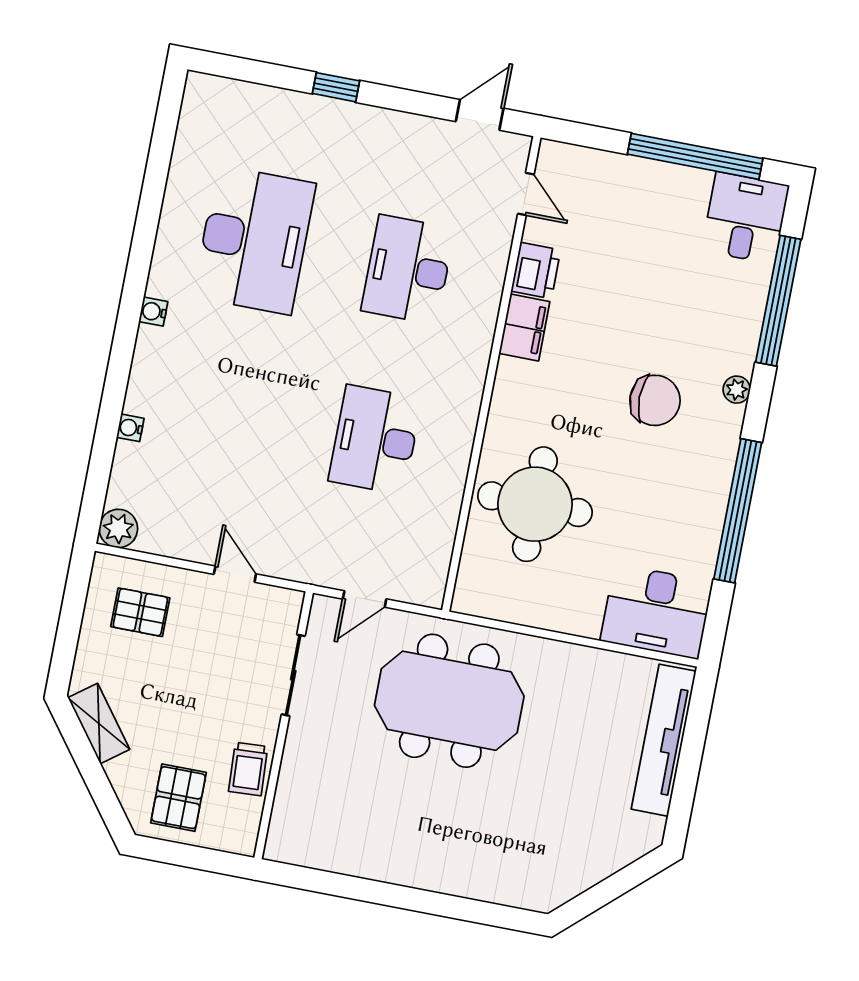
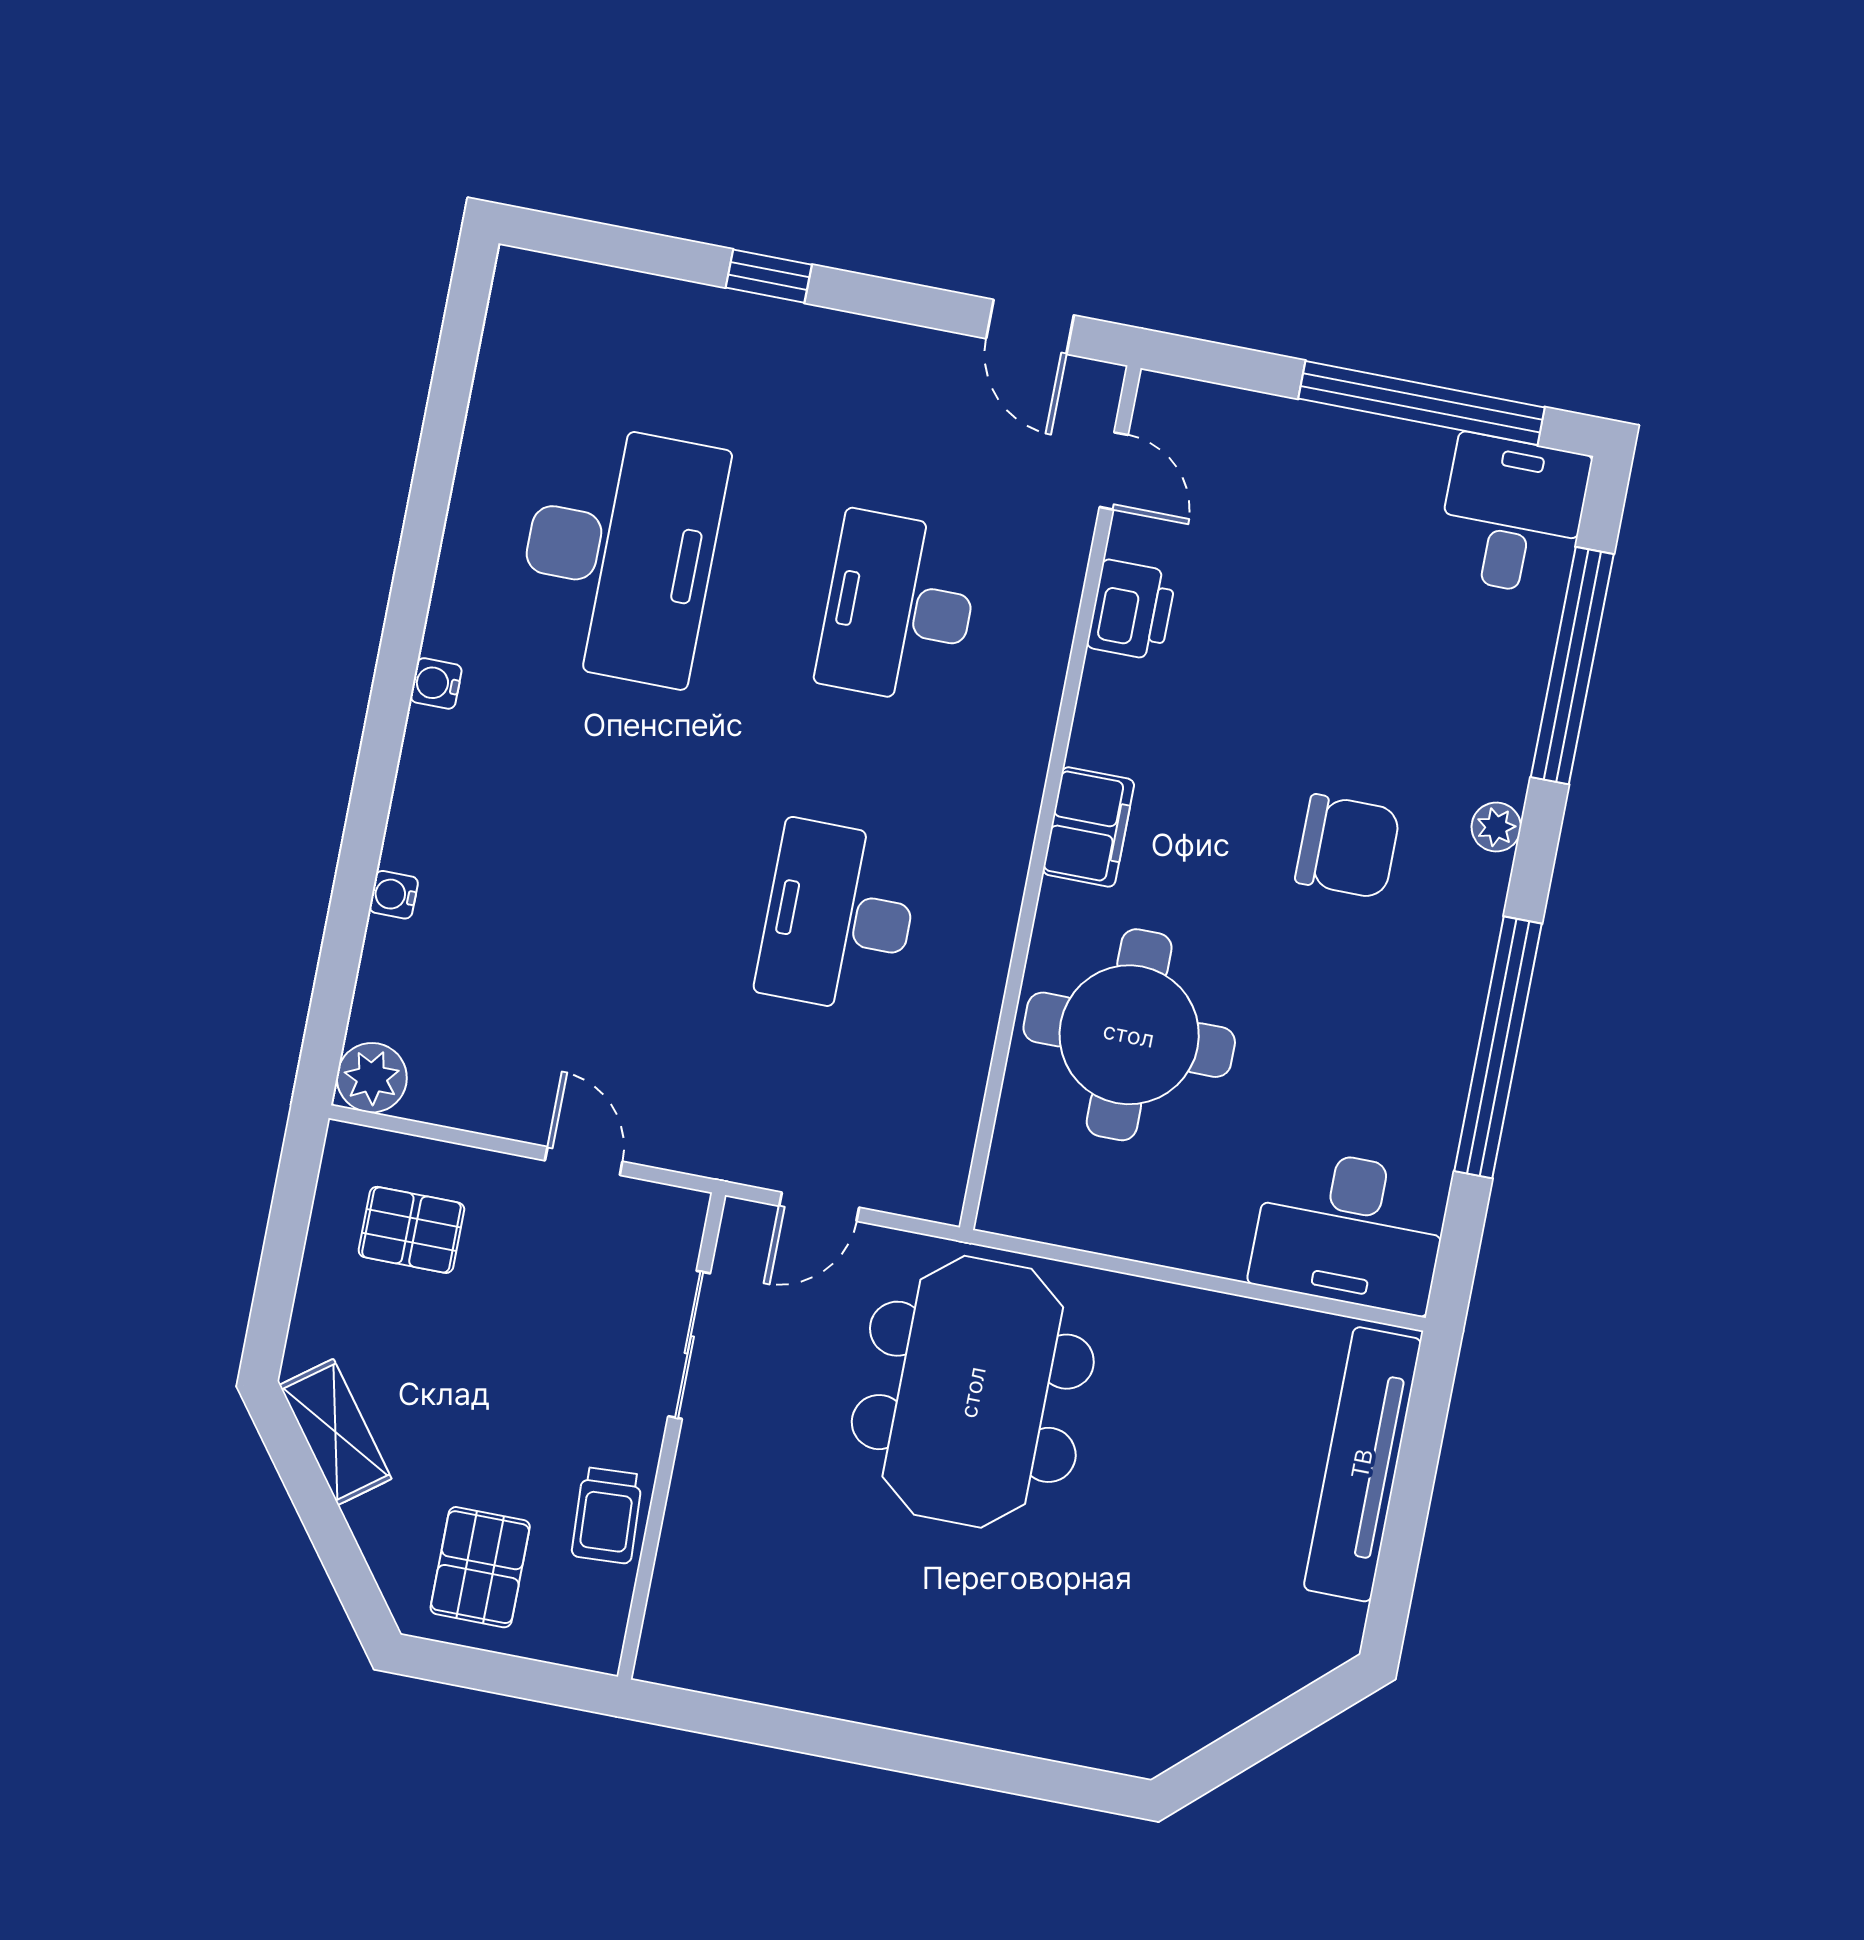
door: (480, 115) -> (1030, 327), swing flipped
filing cabinet: (524, 327) -> (1089, 827), moved
meeting table: (449, 701) -> (973, 1392), turned 90

